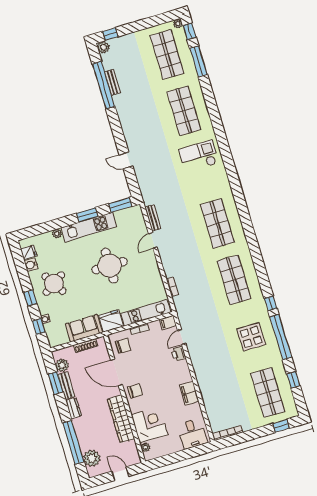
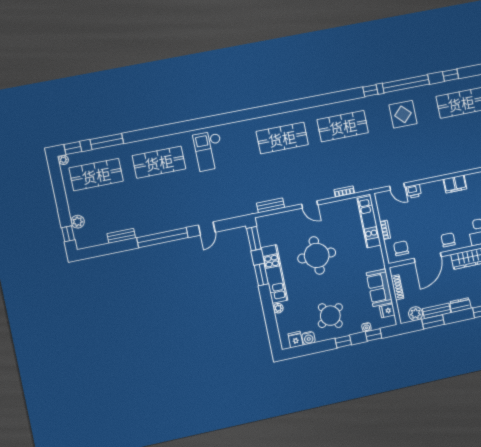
plant: (103, 47) -> (78, 222), moved
window: (104, 85) -> (162, 238), moved
door: (153, 240) -> (310, 204), moved
fridge: (111, 321) -> (387, 311), moved, width x0.53, depth x0.75
filing cabinet: (168, 323) -> (381, 200), removed

